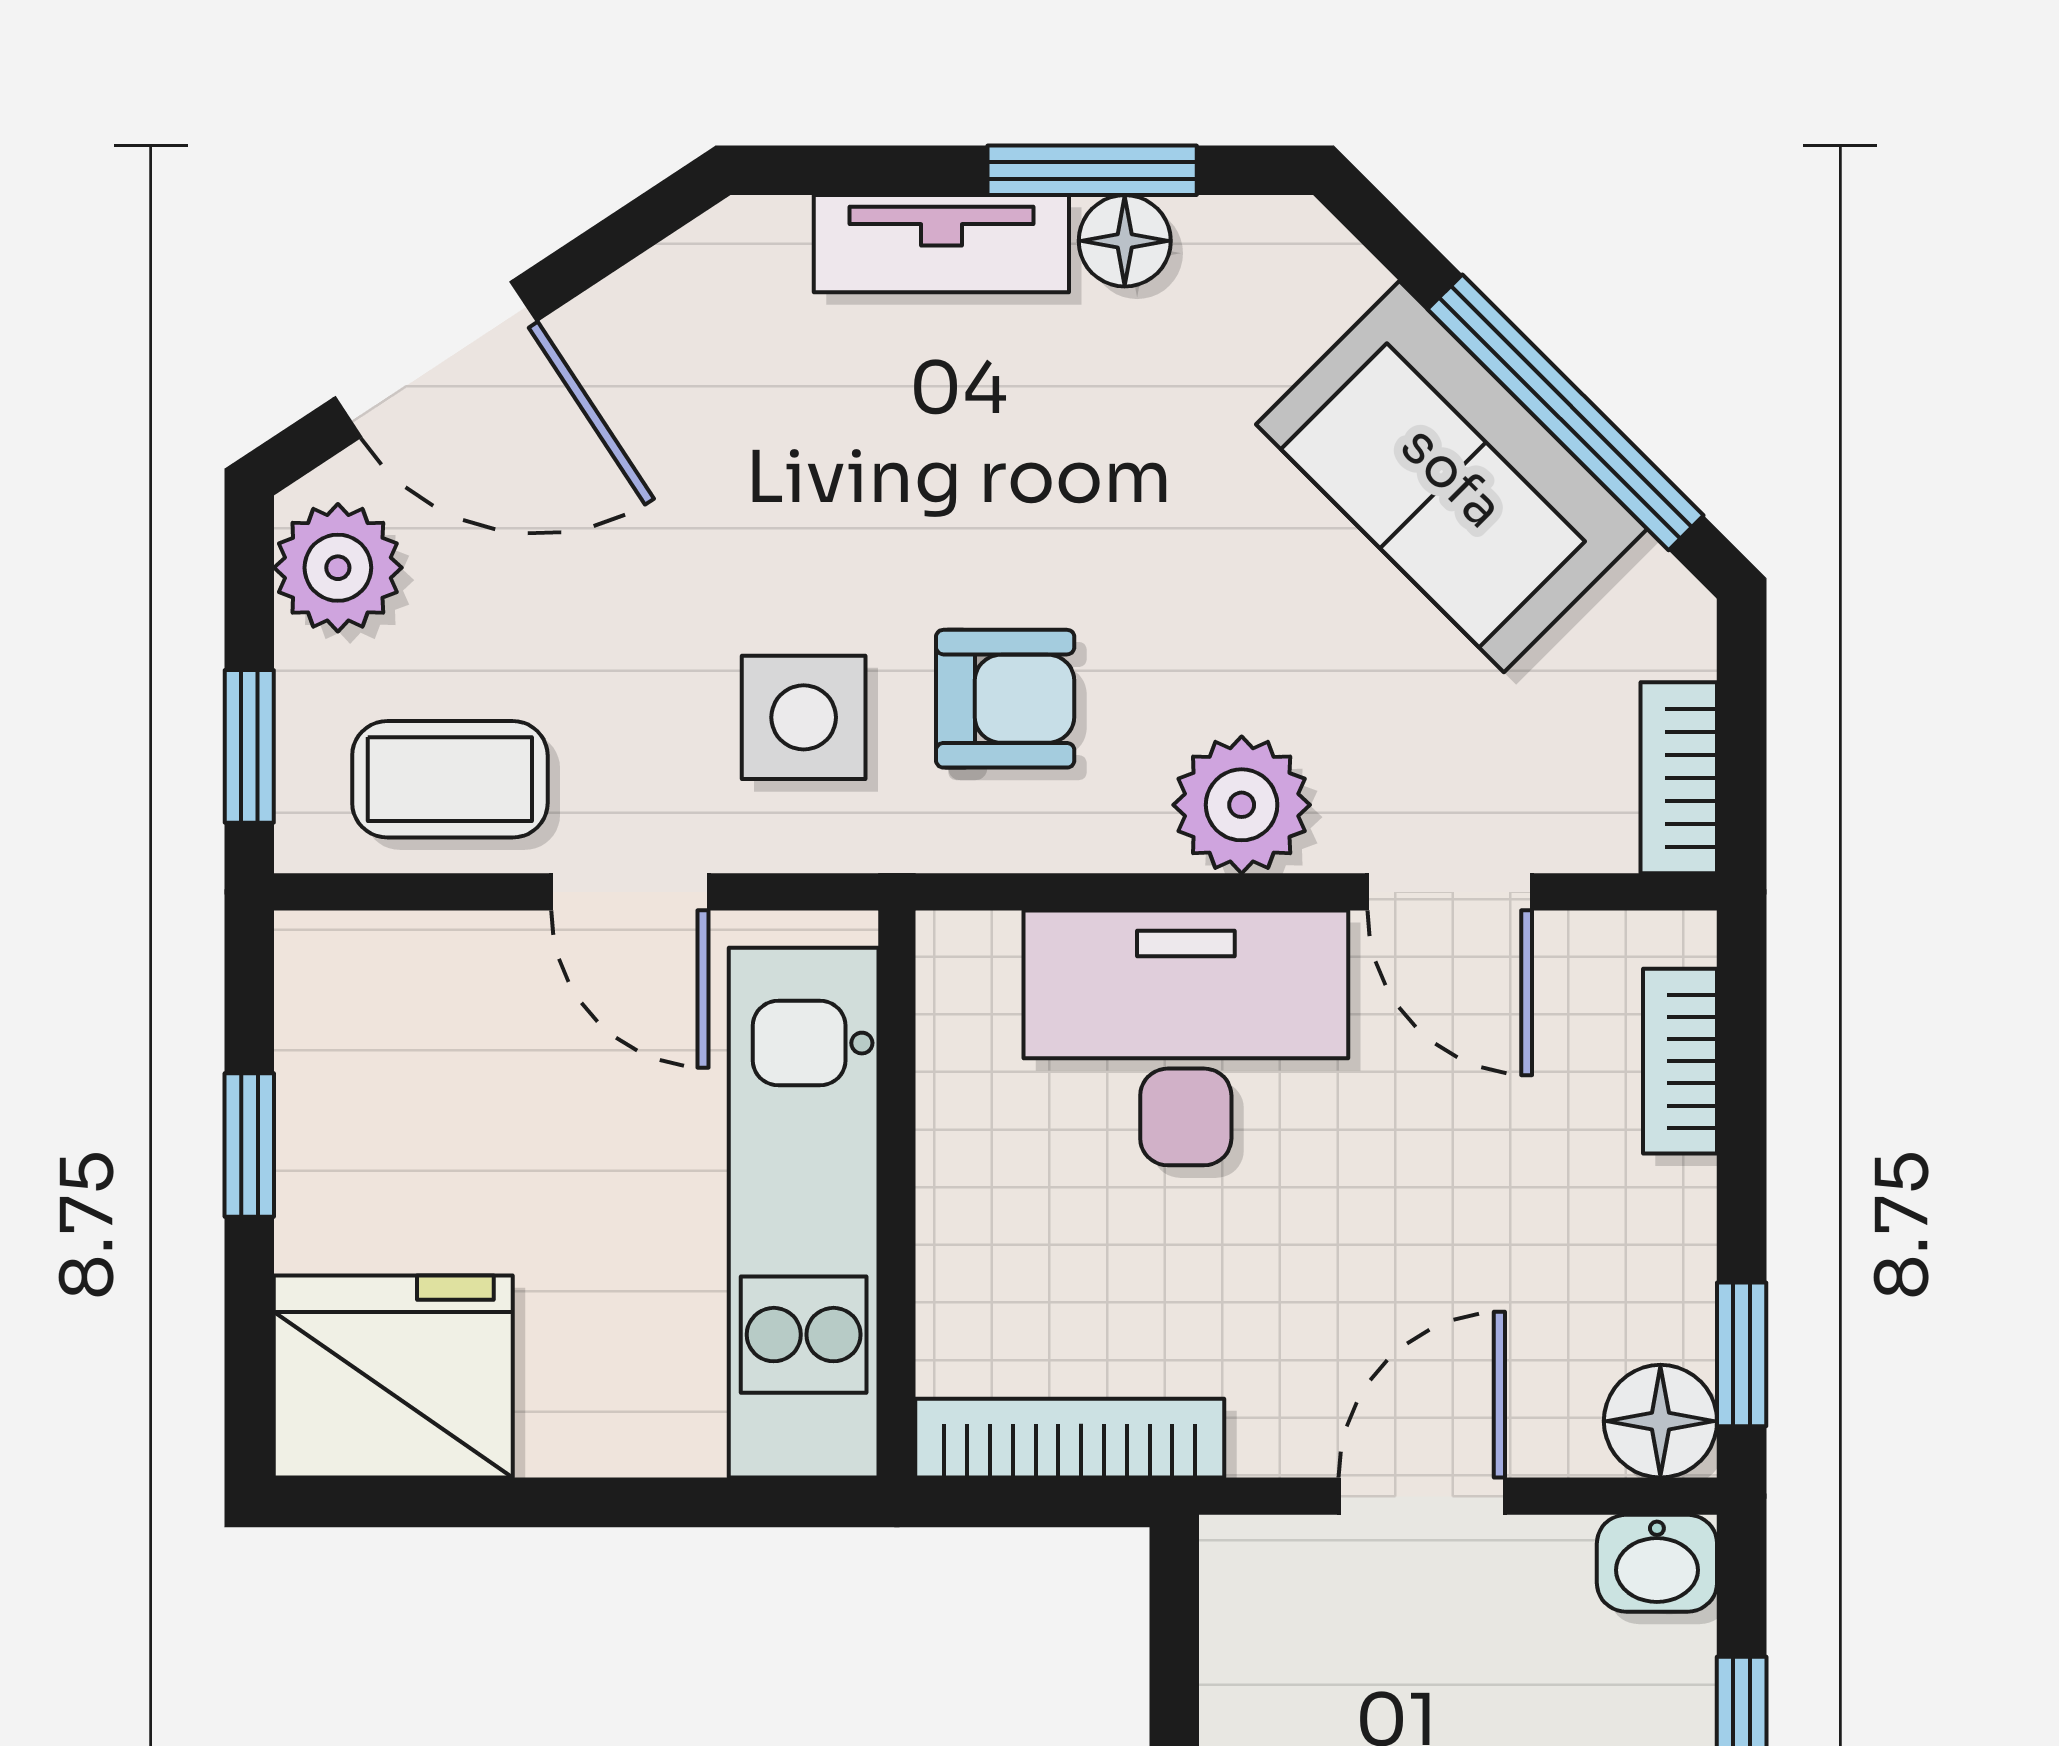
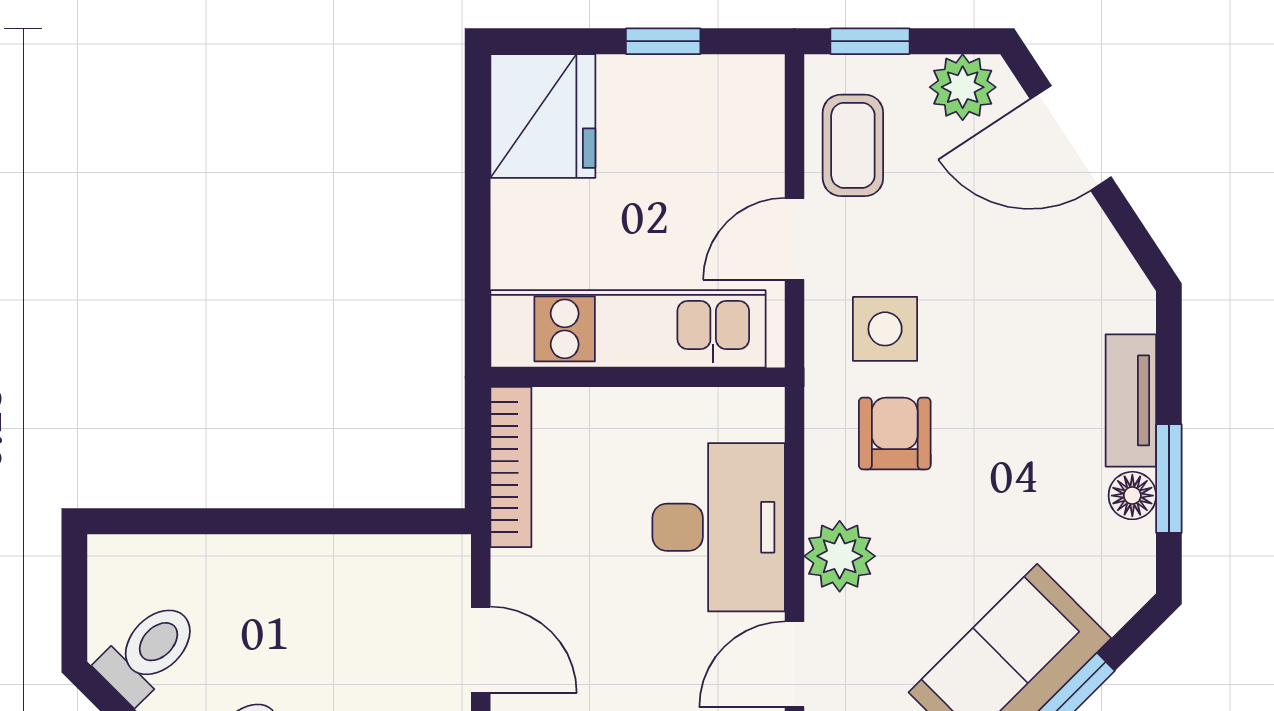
door: (436, 359) -> (1071, 138), hinge flipped
armchair: (1005, 699) -> (895, 433), turned 180

